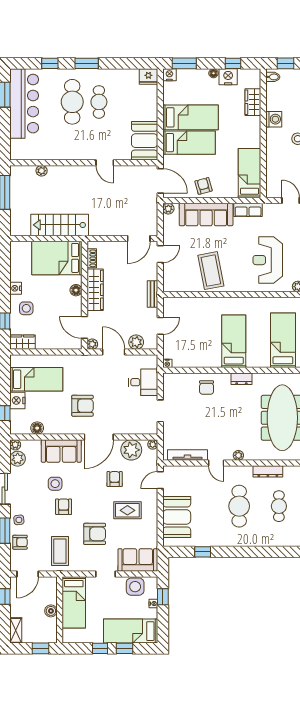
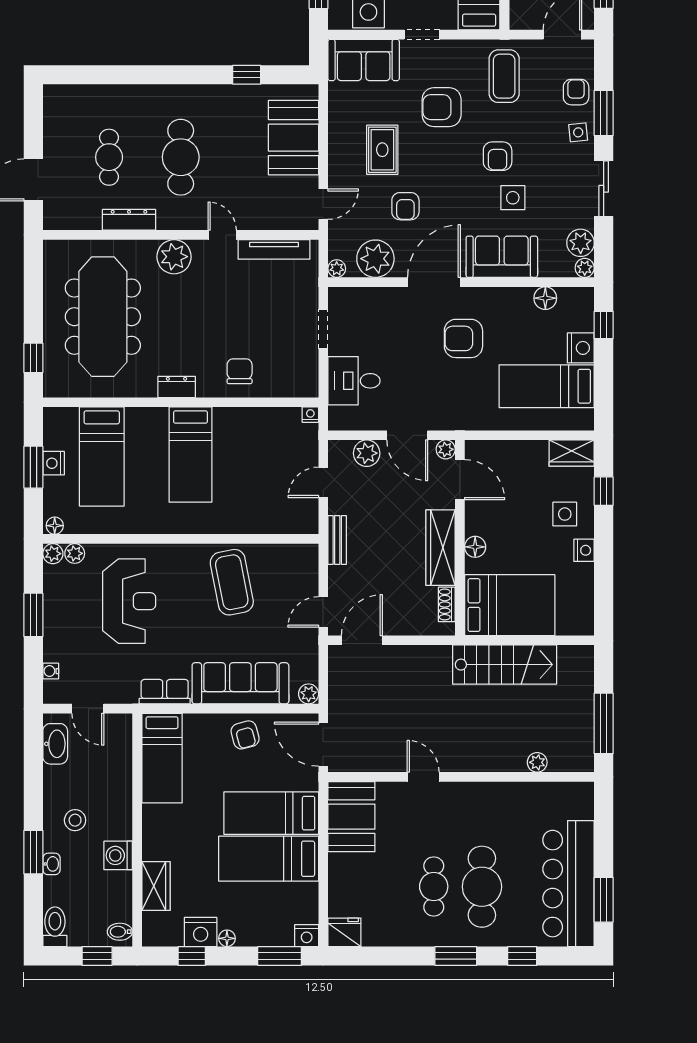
plant: (238, 455) -> (174, 257), width x1.88, depth x1.88
rug: (127, 510) -> (382, 150), turned 90
armchair: (20, 542) -> (576, 92), turned 90

